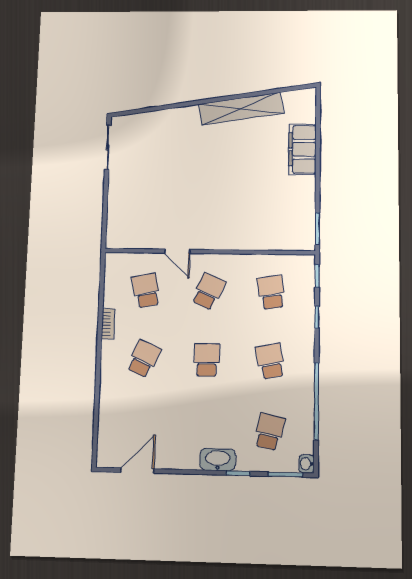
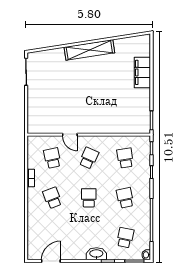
shelving: (241, 109) -> (89, 50), moved
school desk: (144, 359) -> (52, 198), turned -45

